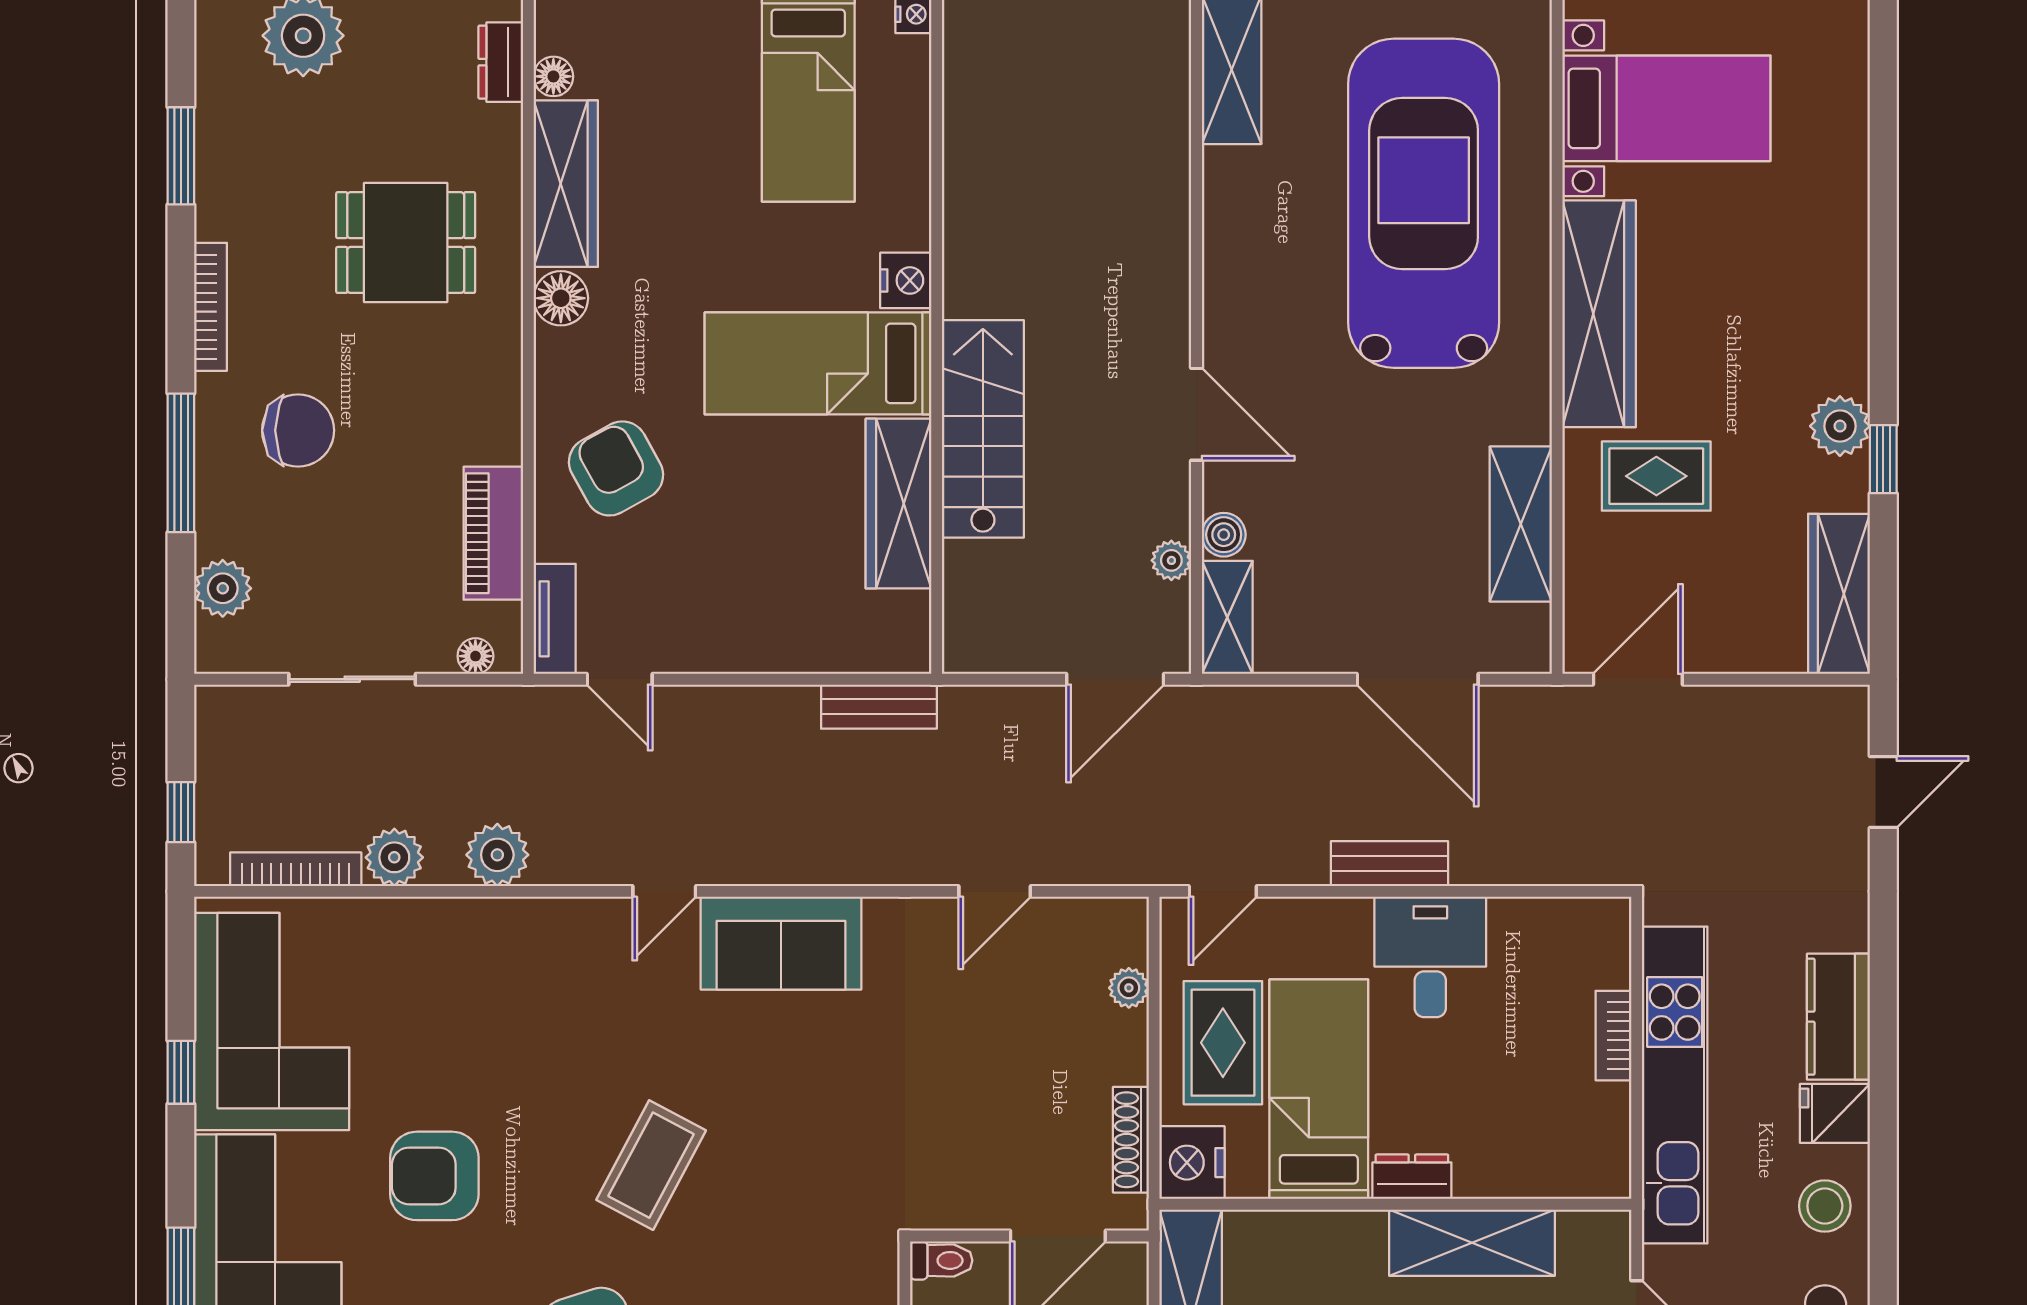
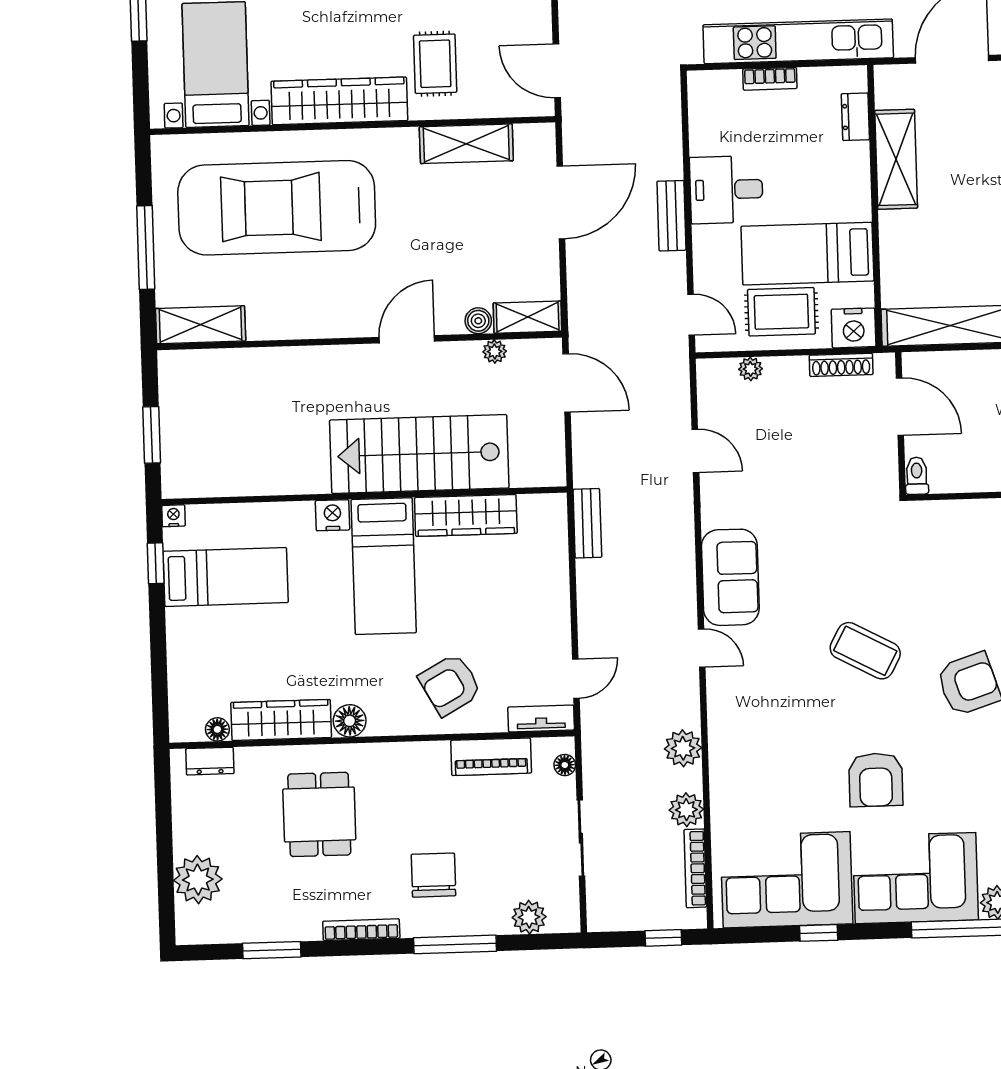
stairs: (983, 429) -> (419, 454), width x1.36, depth x1.51
dresser: (1412, 1177) -> (855, 117), moved

